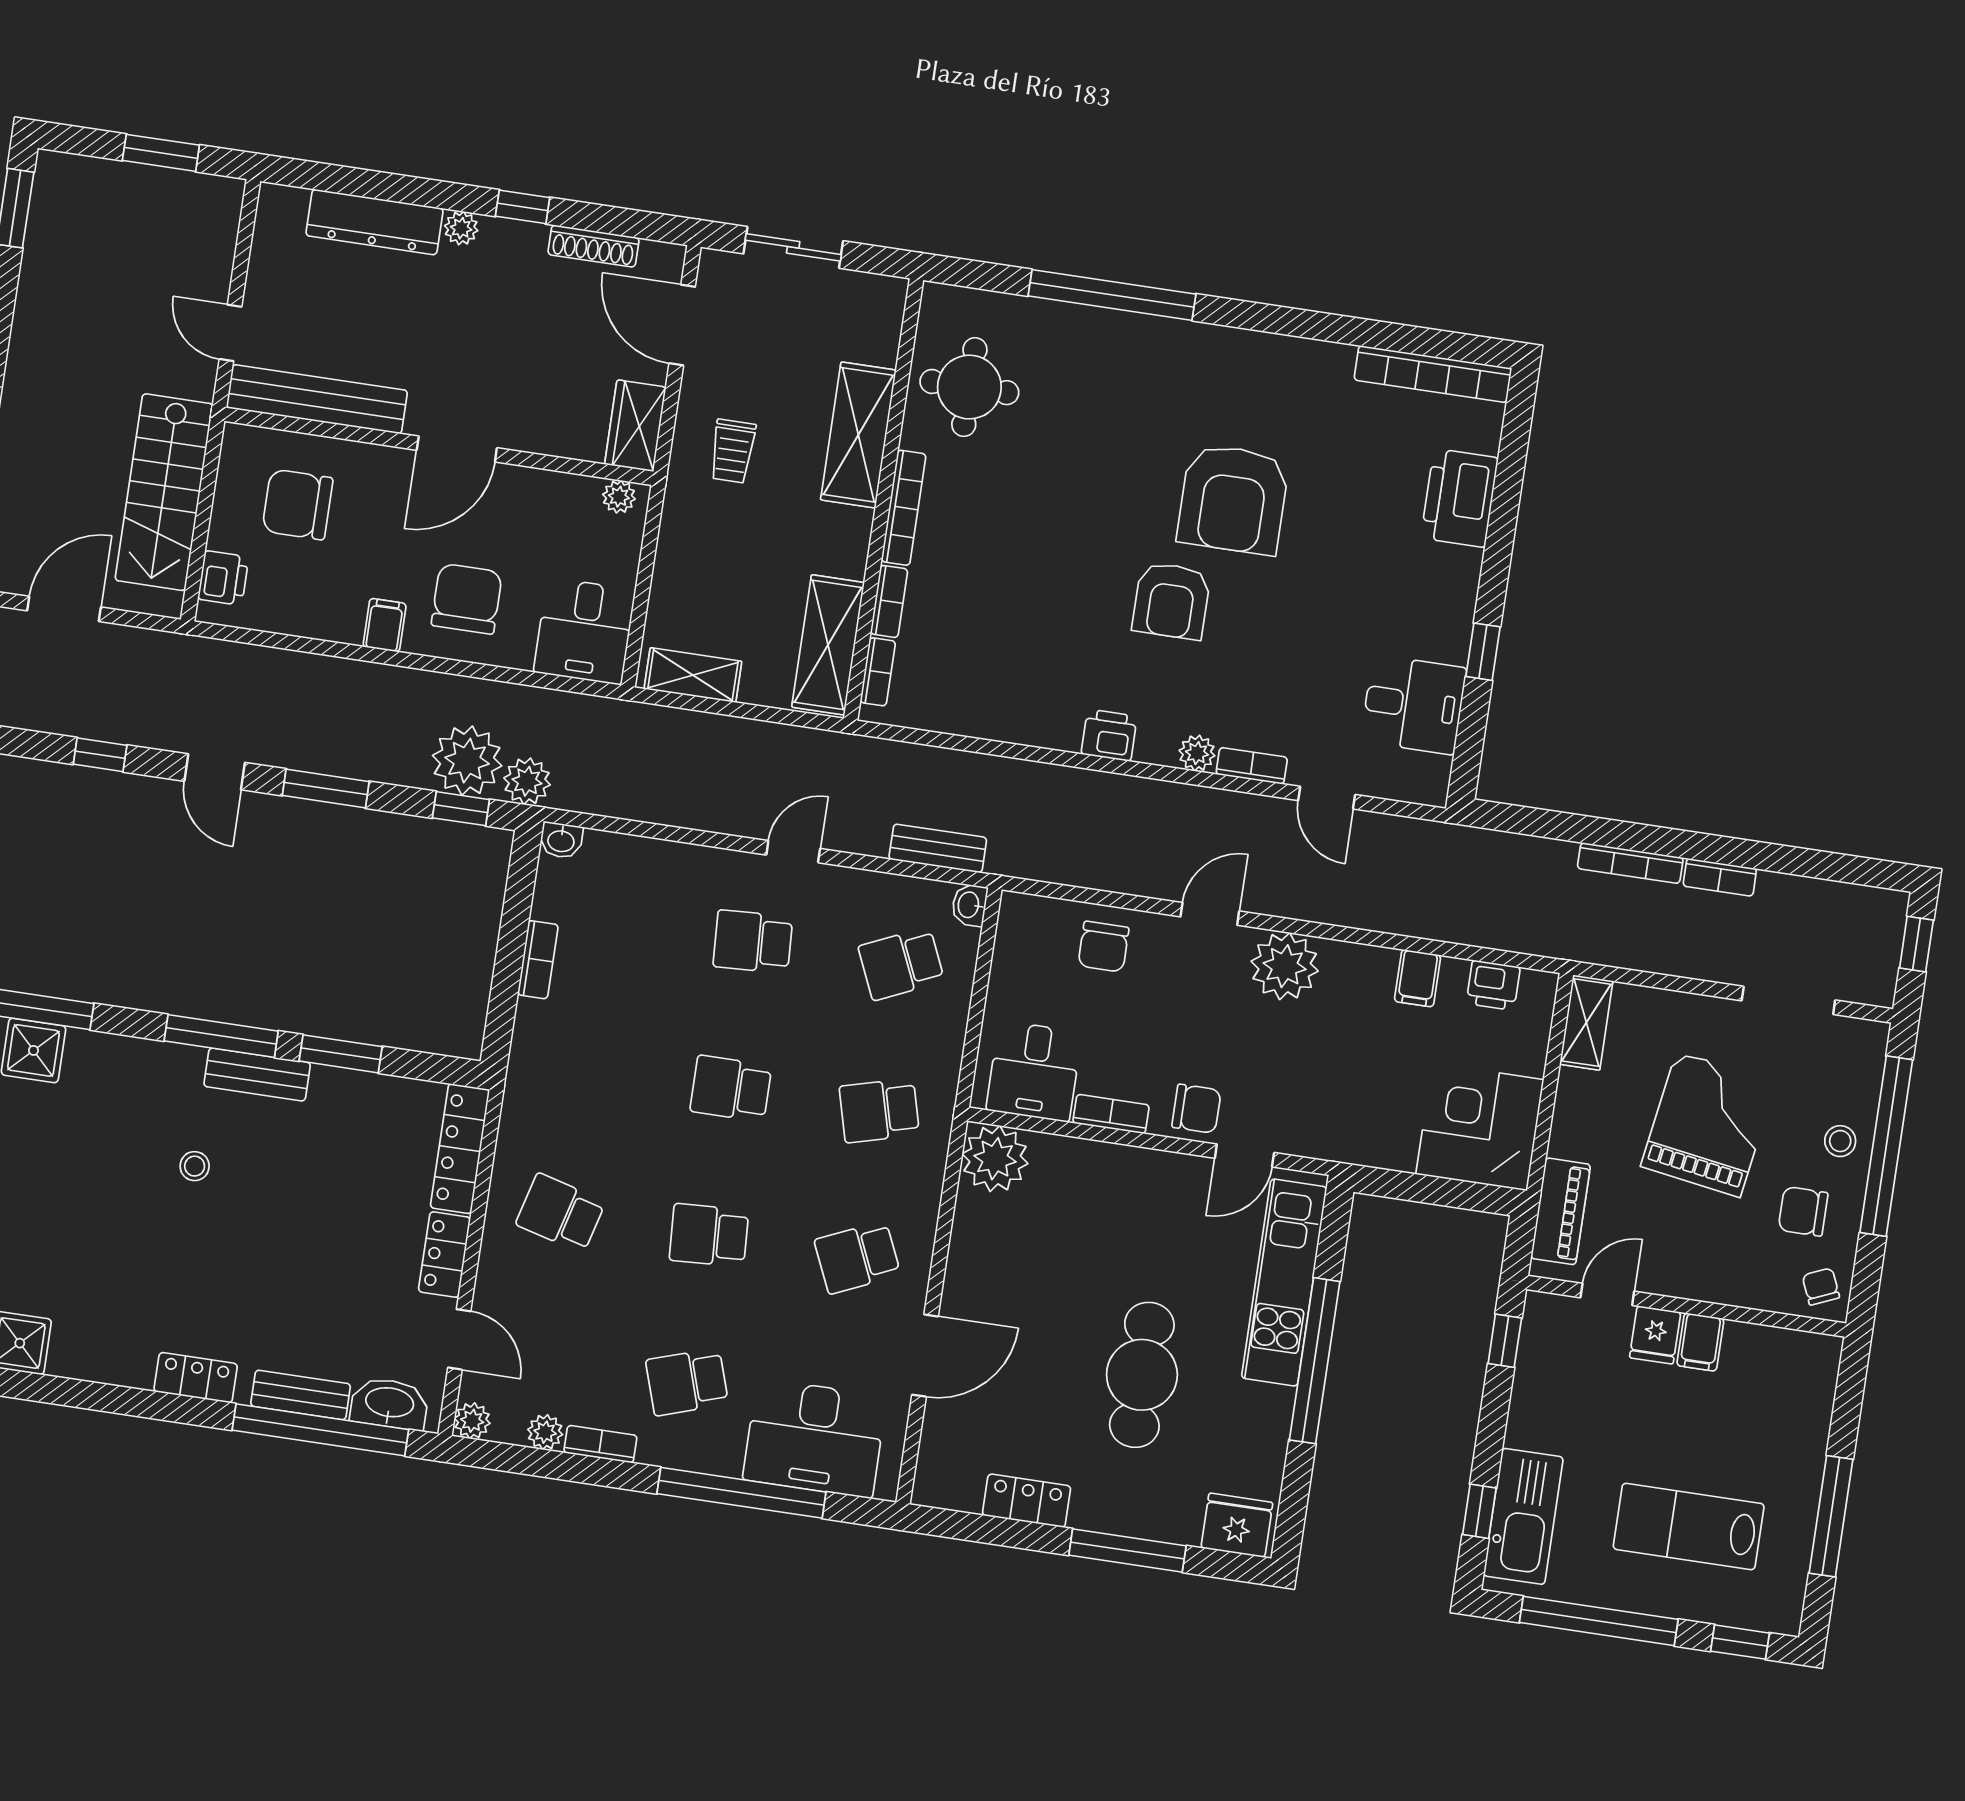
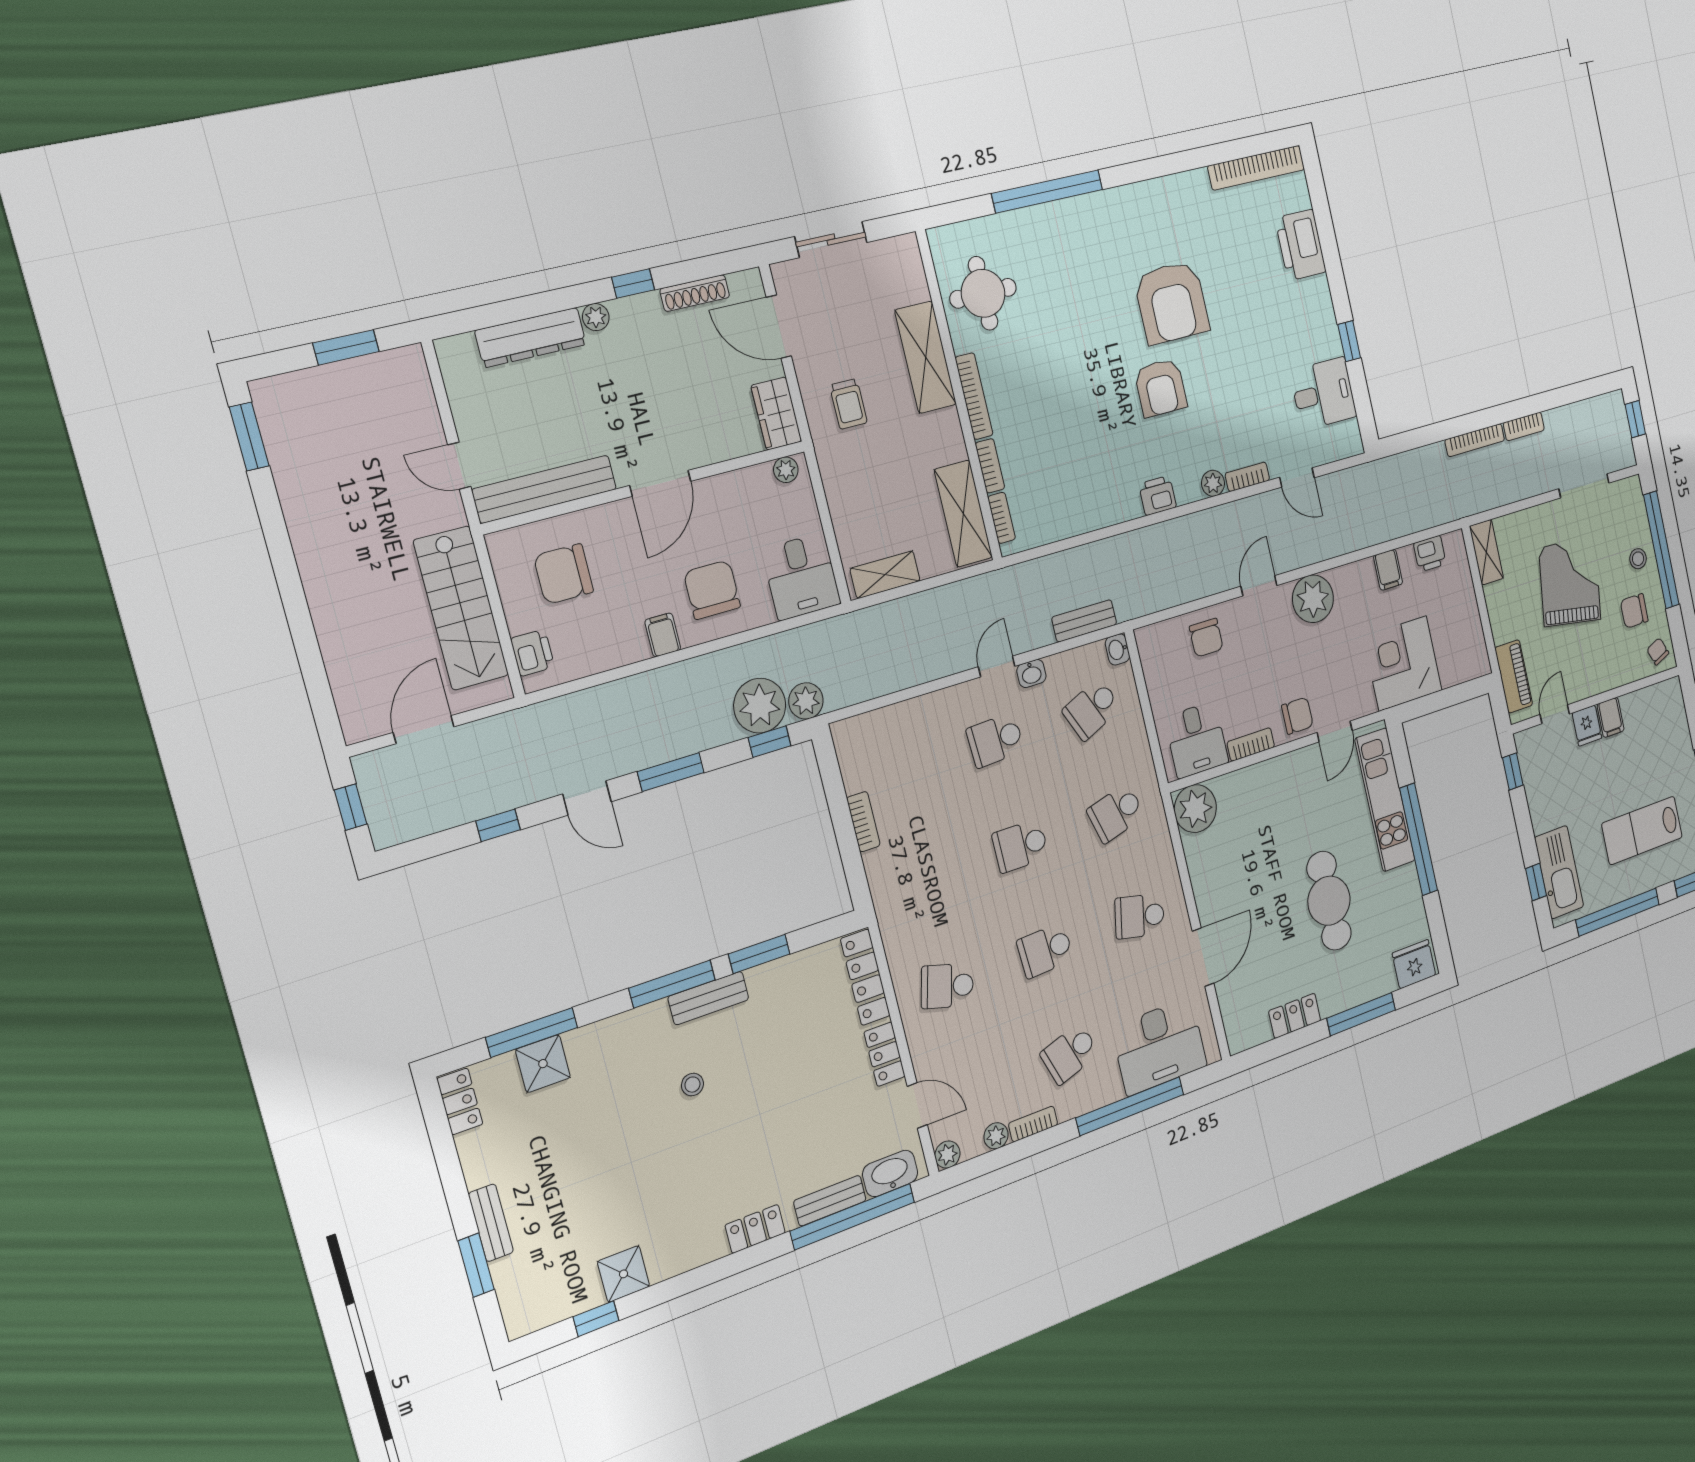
washbasin: (561, 840) -> (1031, 673), moved
corner desk: (1480, 1127) -> (1403, 663), moved
school desk: (857, 1257) -> (1140, 916), turned 36

